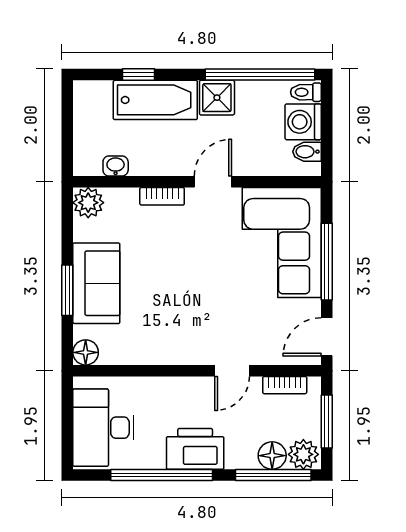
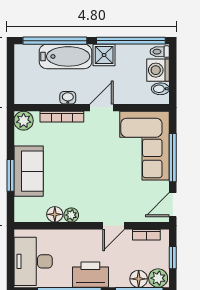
window: (138, 75) -> (55, 41), width x3.17
washbasin: (116, 166) -> (68, 98), moved
bookcase: (162, 196) -> (62, 117), width x1.56
floor lamp: (86, 352) -> (55, 214), moved
plant: (165, 354) -> (71, 215), added
window: (327, 422) -> (173, 258), width x0.67

